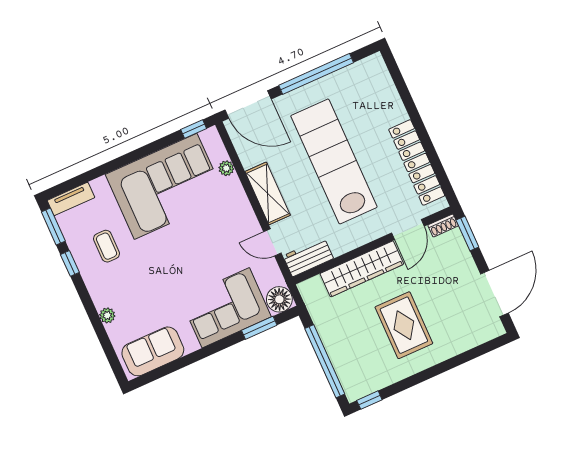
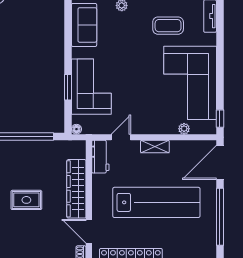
shelving: (268, 193) -> (155, 147), width x0.67, depth x0.75
coffee table: (107, 246) -> (168, 26), width x1.36, depth x1.30
floor lamp: (279, 299) -> (76, 129), width x0.53, depth x0.53
rug: (404, 325) -> (26, 200), width x0.73, depth x0.70
window: (259, 328) -> (68, 87), moved

